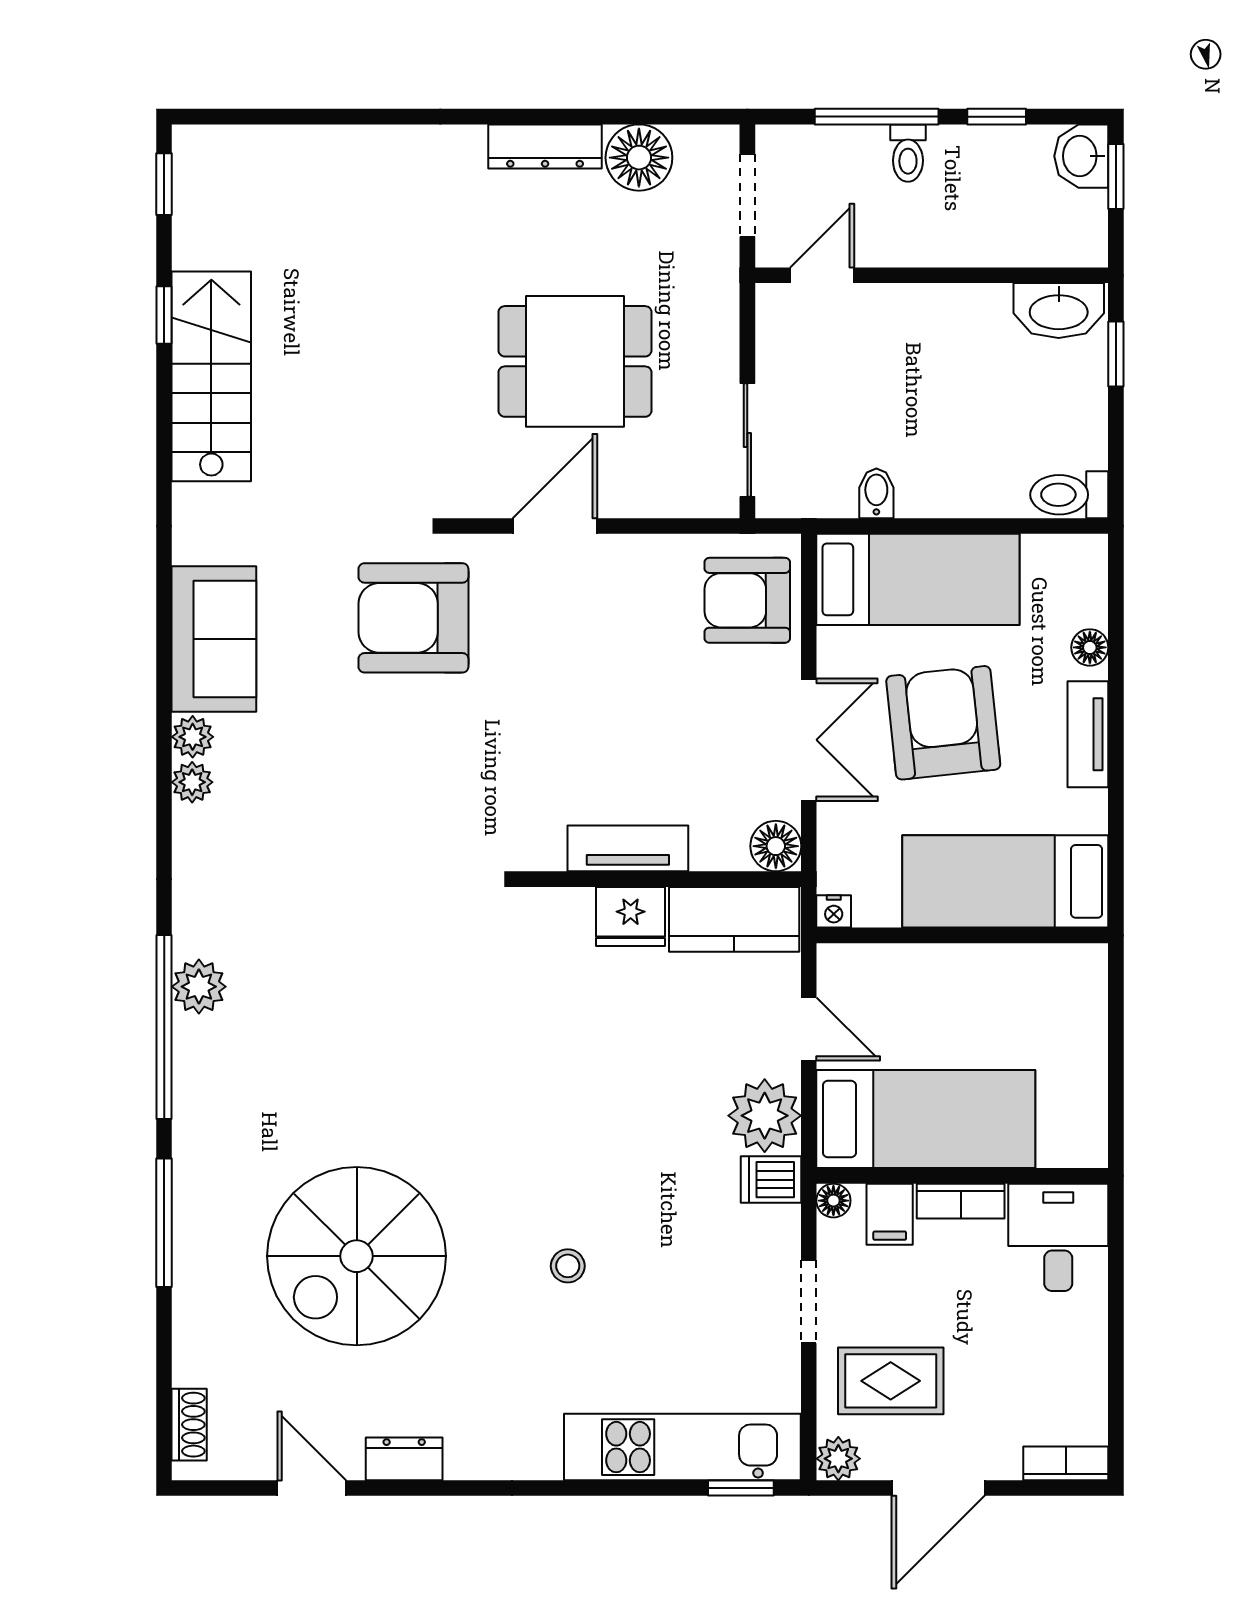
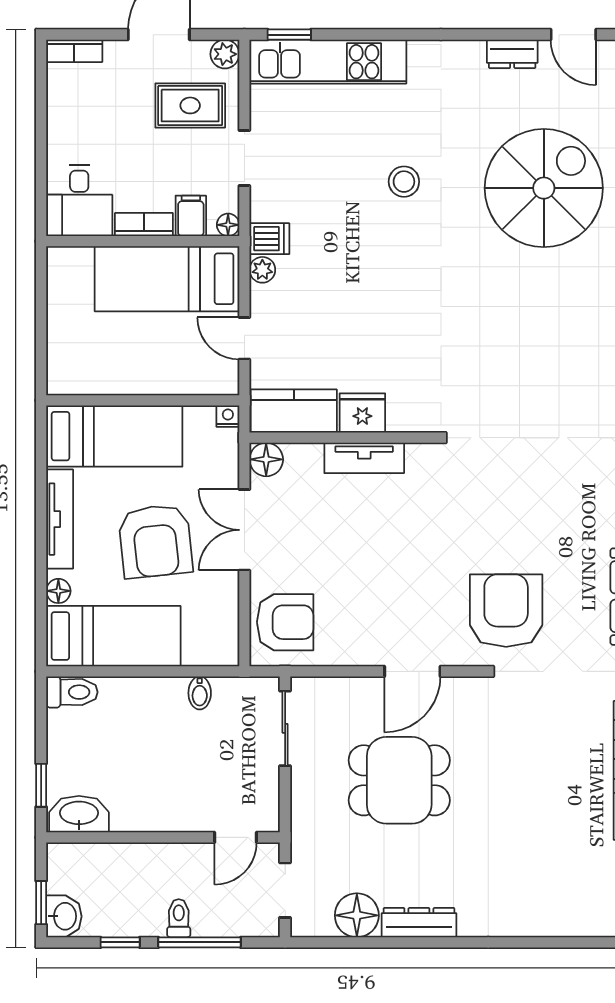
bed: (918, 579) -> (113, 636), moved, turned 180
armchair: (413, 618) -> (506, 611), turned -90
tv unit: (1088, 734) -> (60, 519), width x1.41
plant: (765, 1116) -> (262, 270), width x0.53, depth x0.53
stool: (568, 1266) -> (404, 182), width x1.37, depth x1.37

